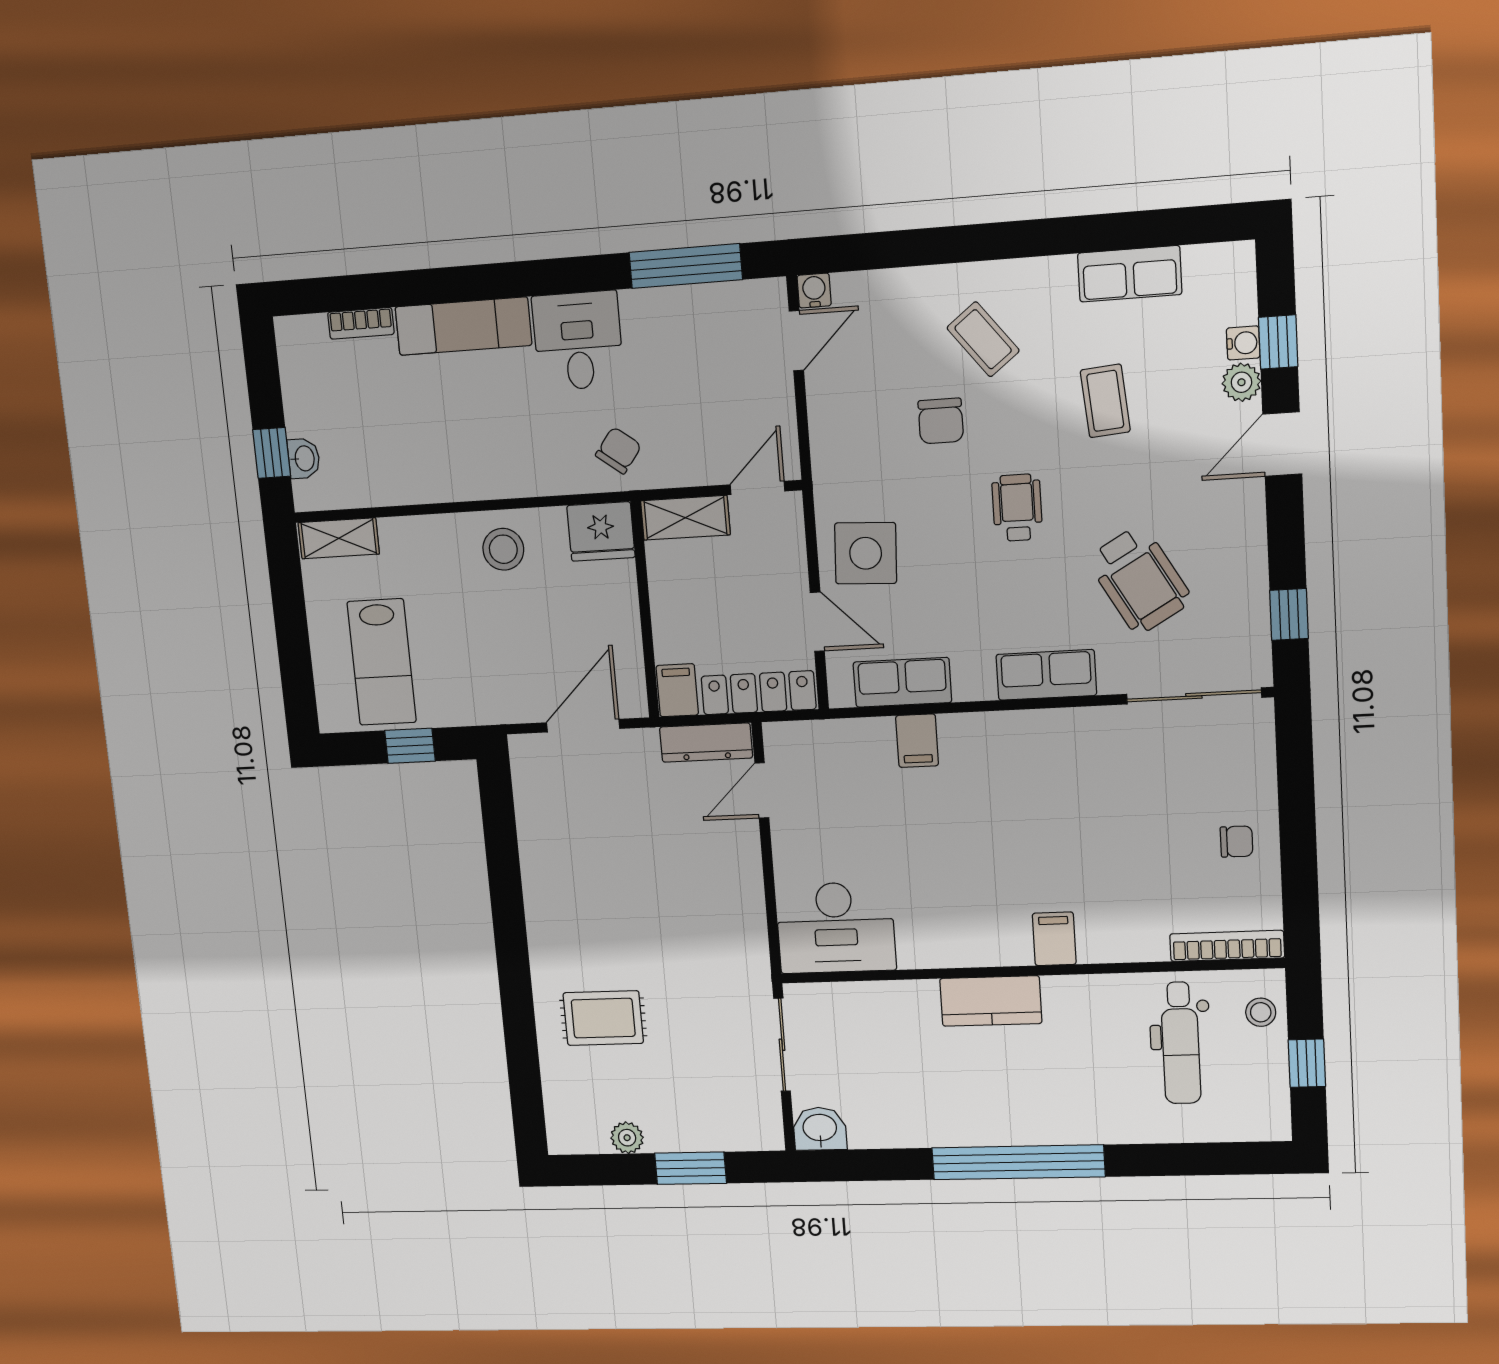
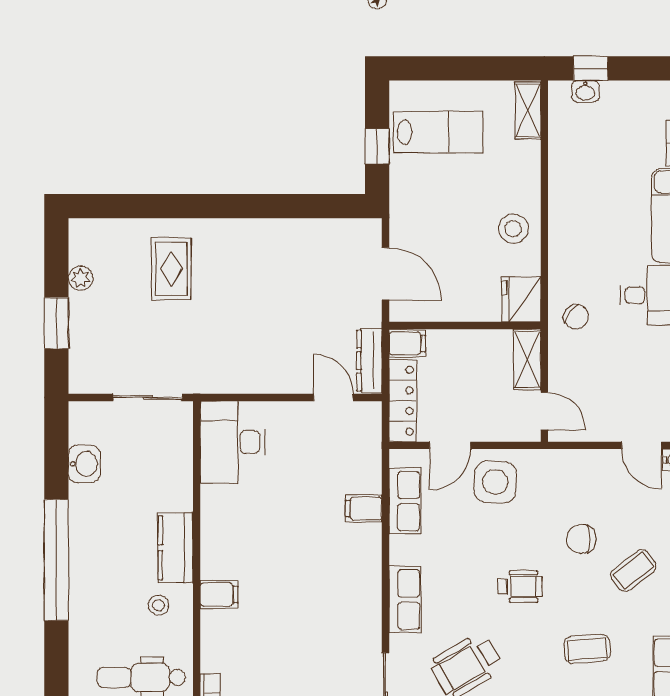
lab bench: (382, 662) -> (438, 132), turned 180
stool: (1075, 1022) -> (159, 605), added
washbasin: (820, 1129) -> (84, 464), moved

